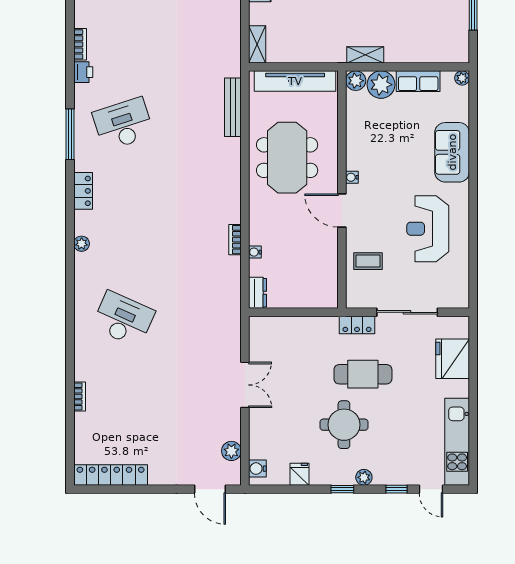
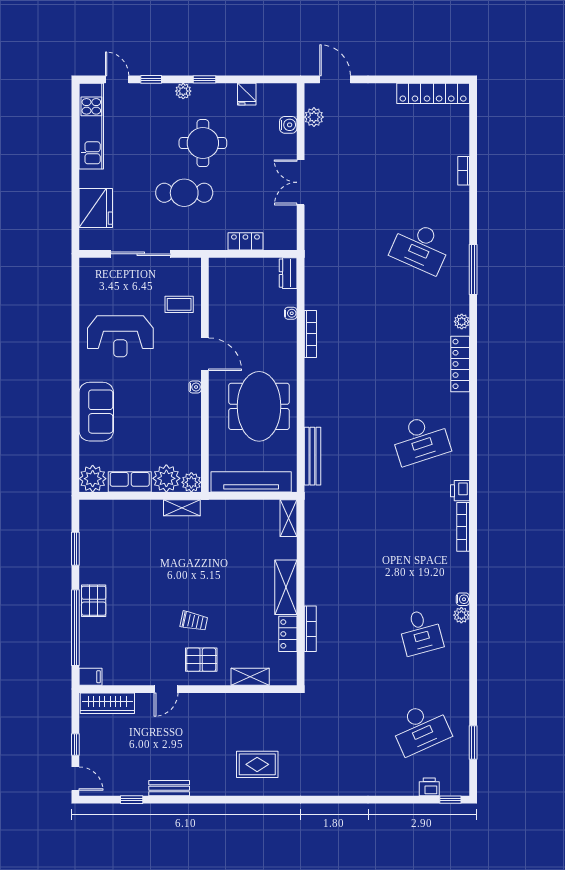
bookcase: (80, 44) -> (463, 527), width x1.56
plant: (462, 78) -> (93, 479), width x1.88, depth x1.88
window: (70, 134) -> (473, 269), moved
locker: (83, 191) -> (460, 364), width x1.53
reception desk: (428, 229) -> (120, 336), turned 90
bookcase: (235, 240) -> (310, 334), width x1.56
locker: (357, 325) -> (245, 241), moved
water cooler: (257, 469) -> (288, 125), moved

